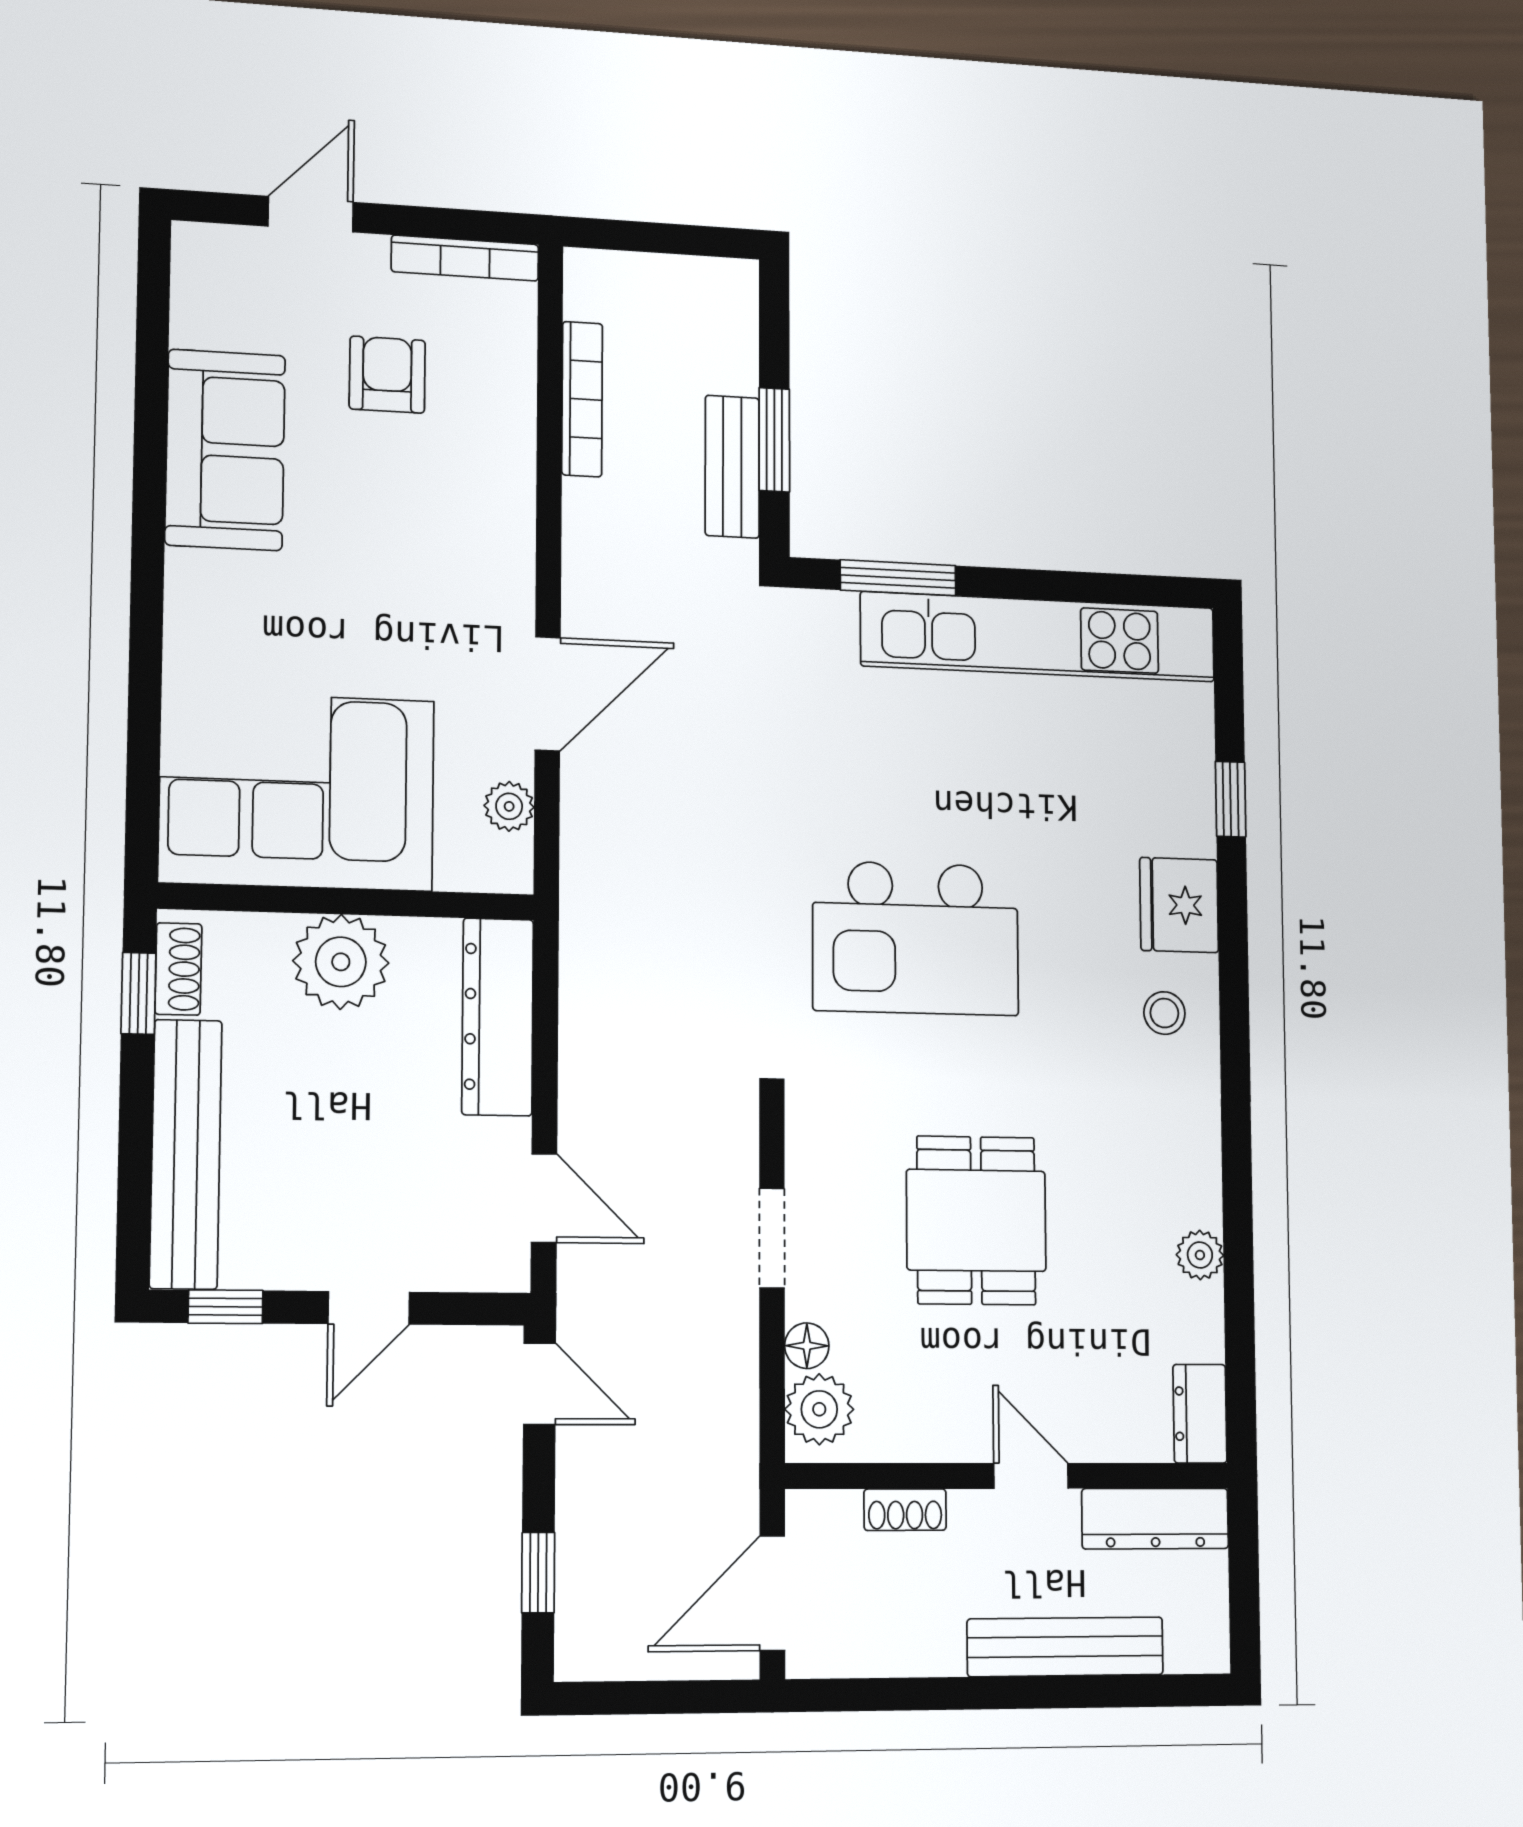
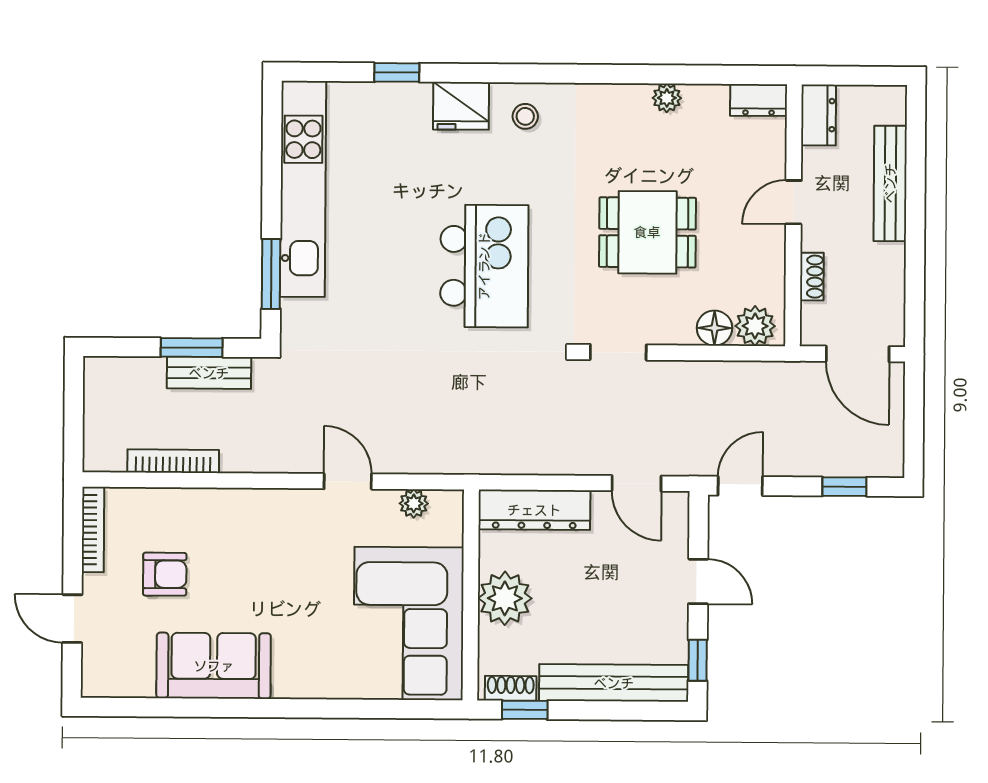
armchair: (387, 375) -> (165, 574), turned 180
door: (548, 694) -> (348, 481), width x0.73
door: (544, 1198) -> (637, 483), swing flipped
doorway: (772, 1238) -> (618, 352), moved
floor lamp: (807, 1346) -> (714, 328), width x1.37, depth x1.37
dresser: (1155, 1519) -> (819, 115), width x0.70

